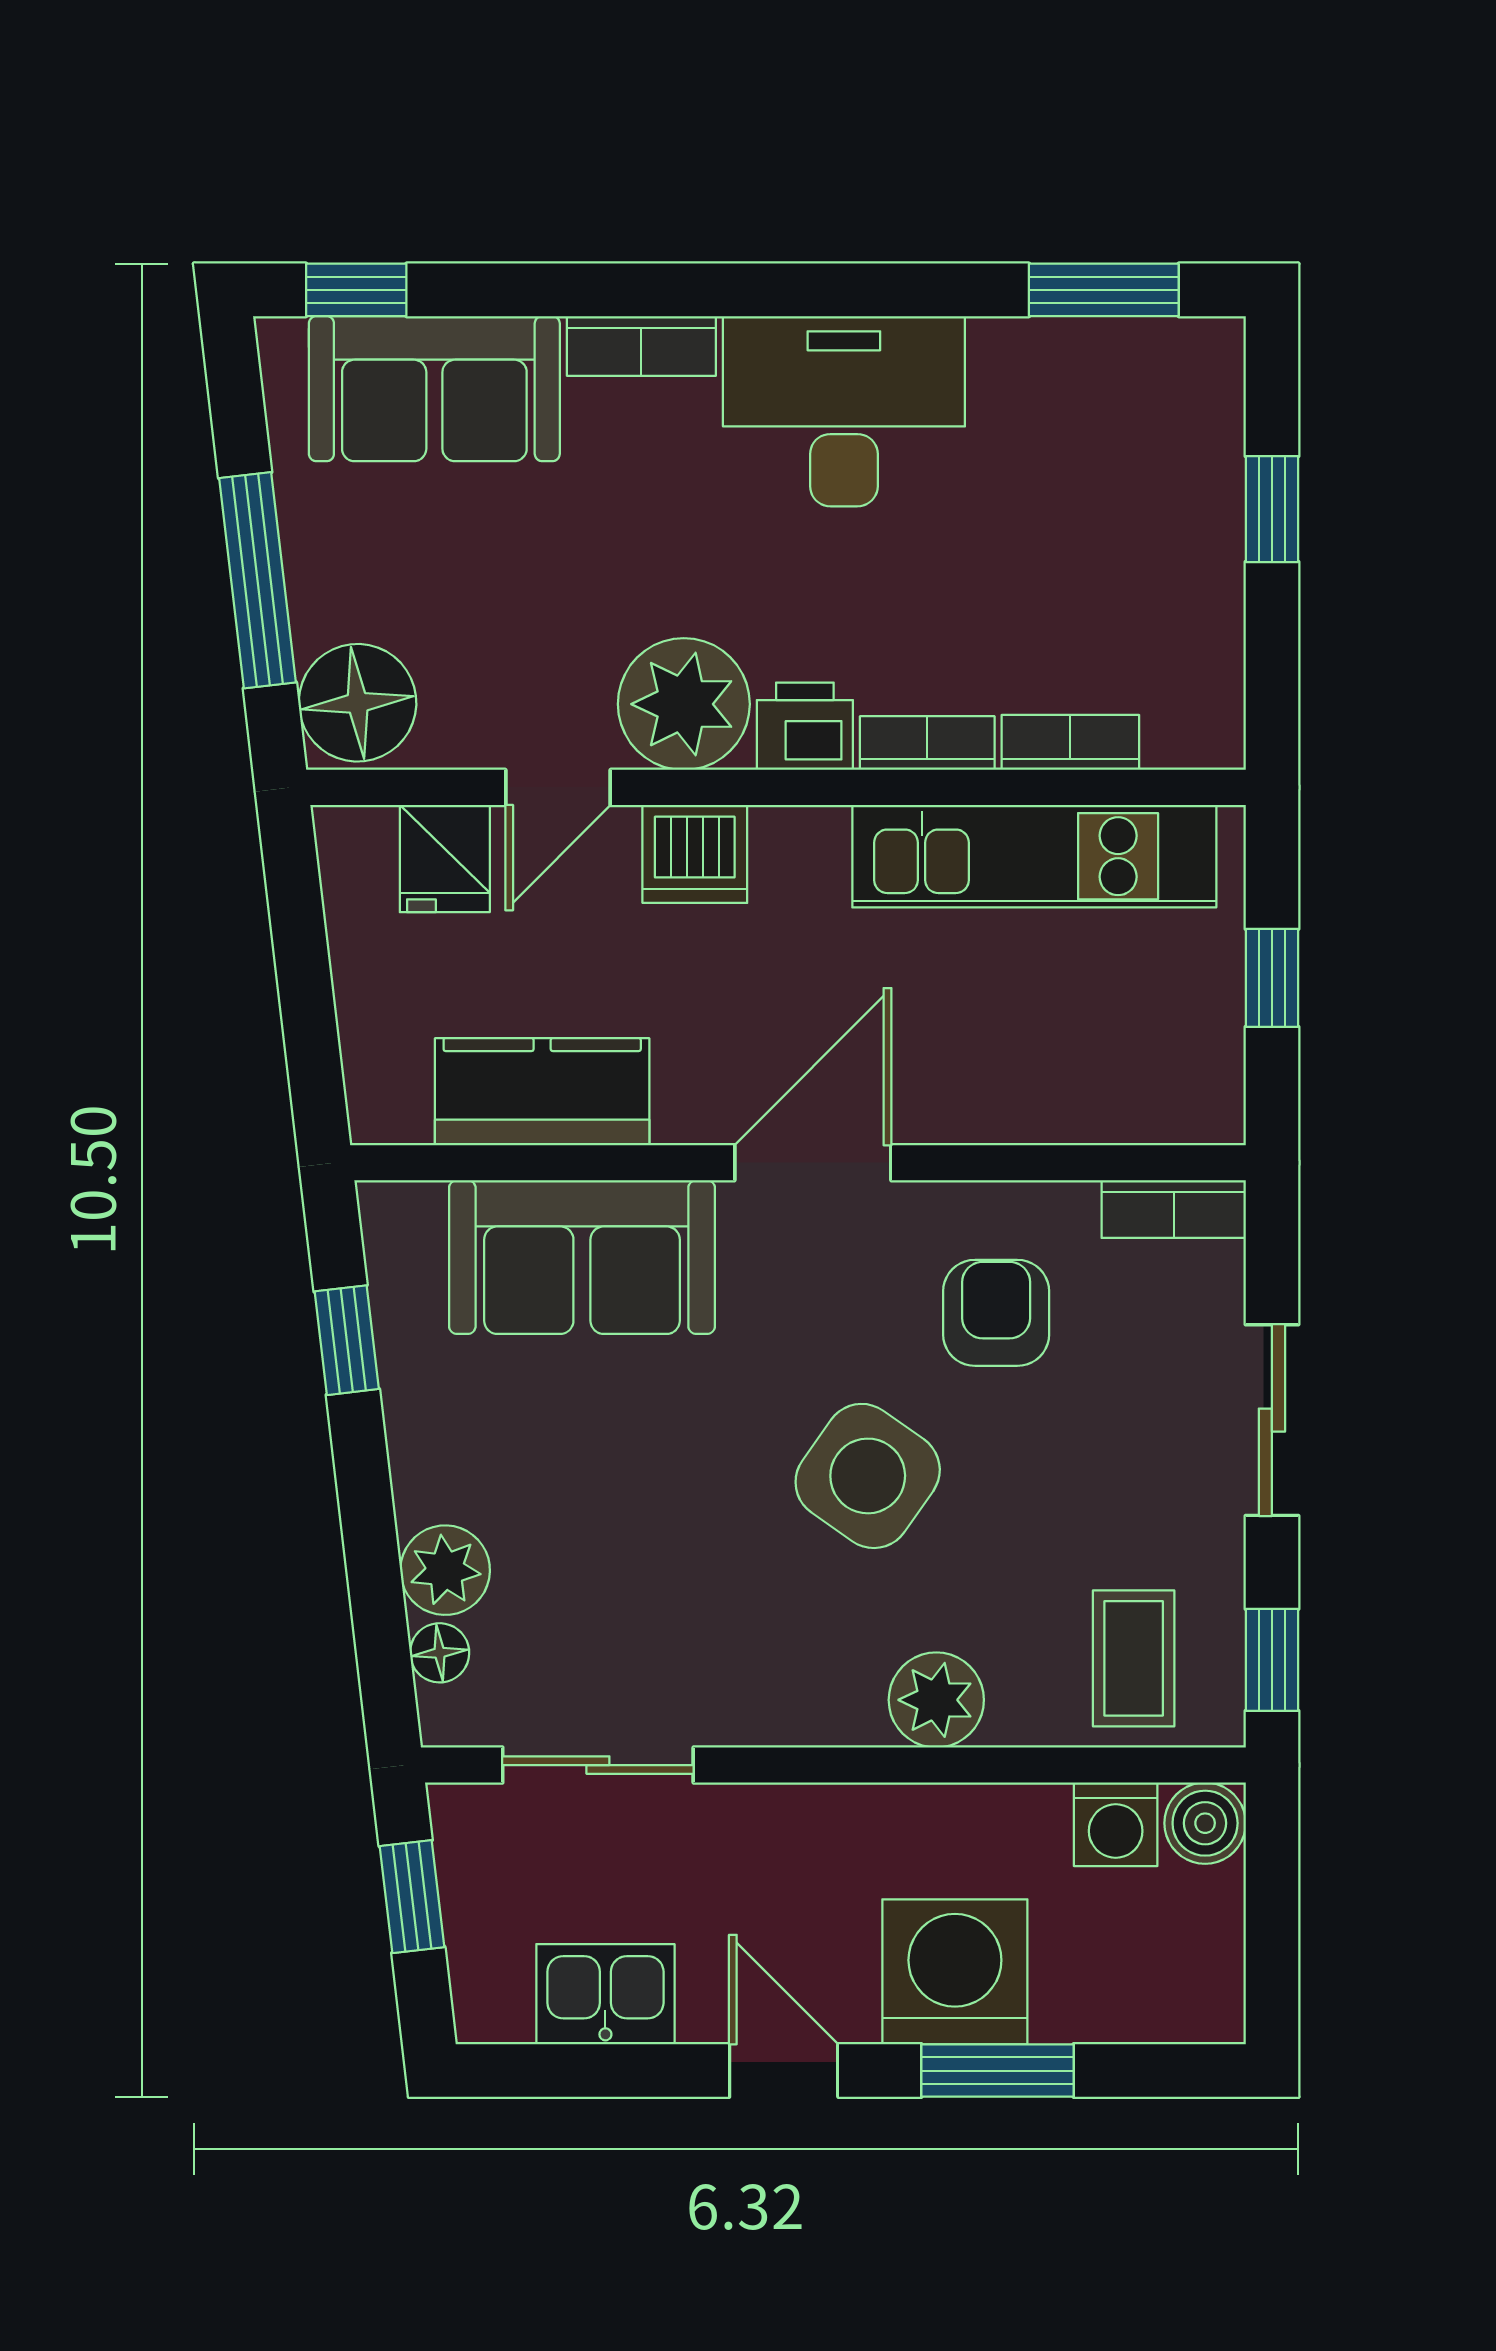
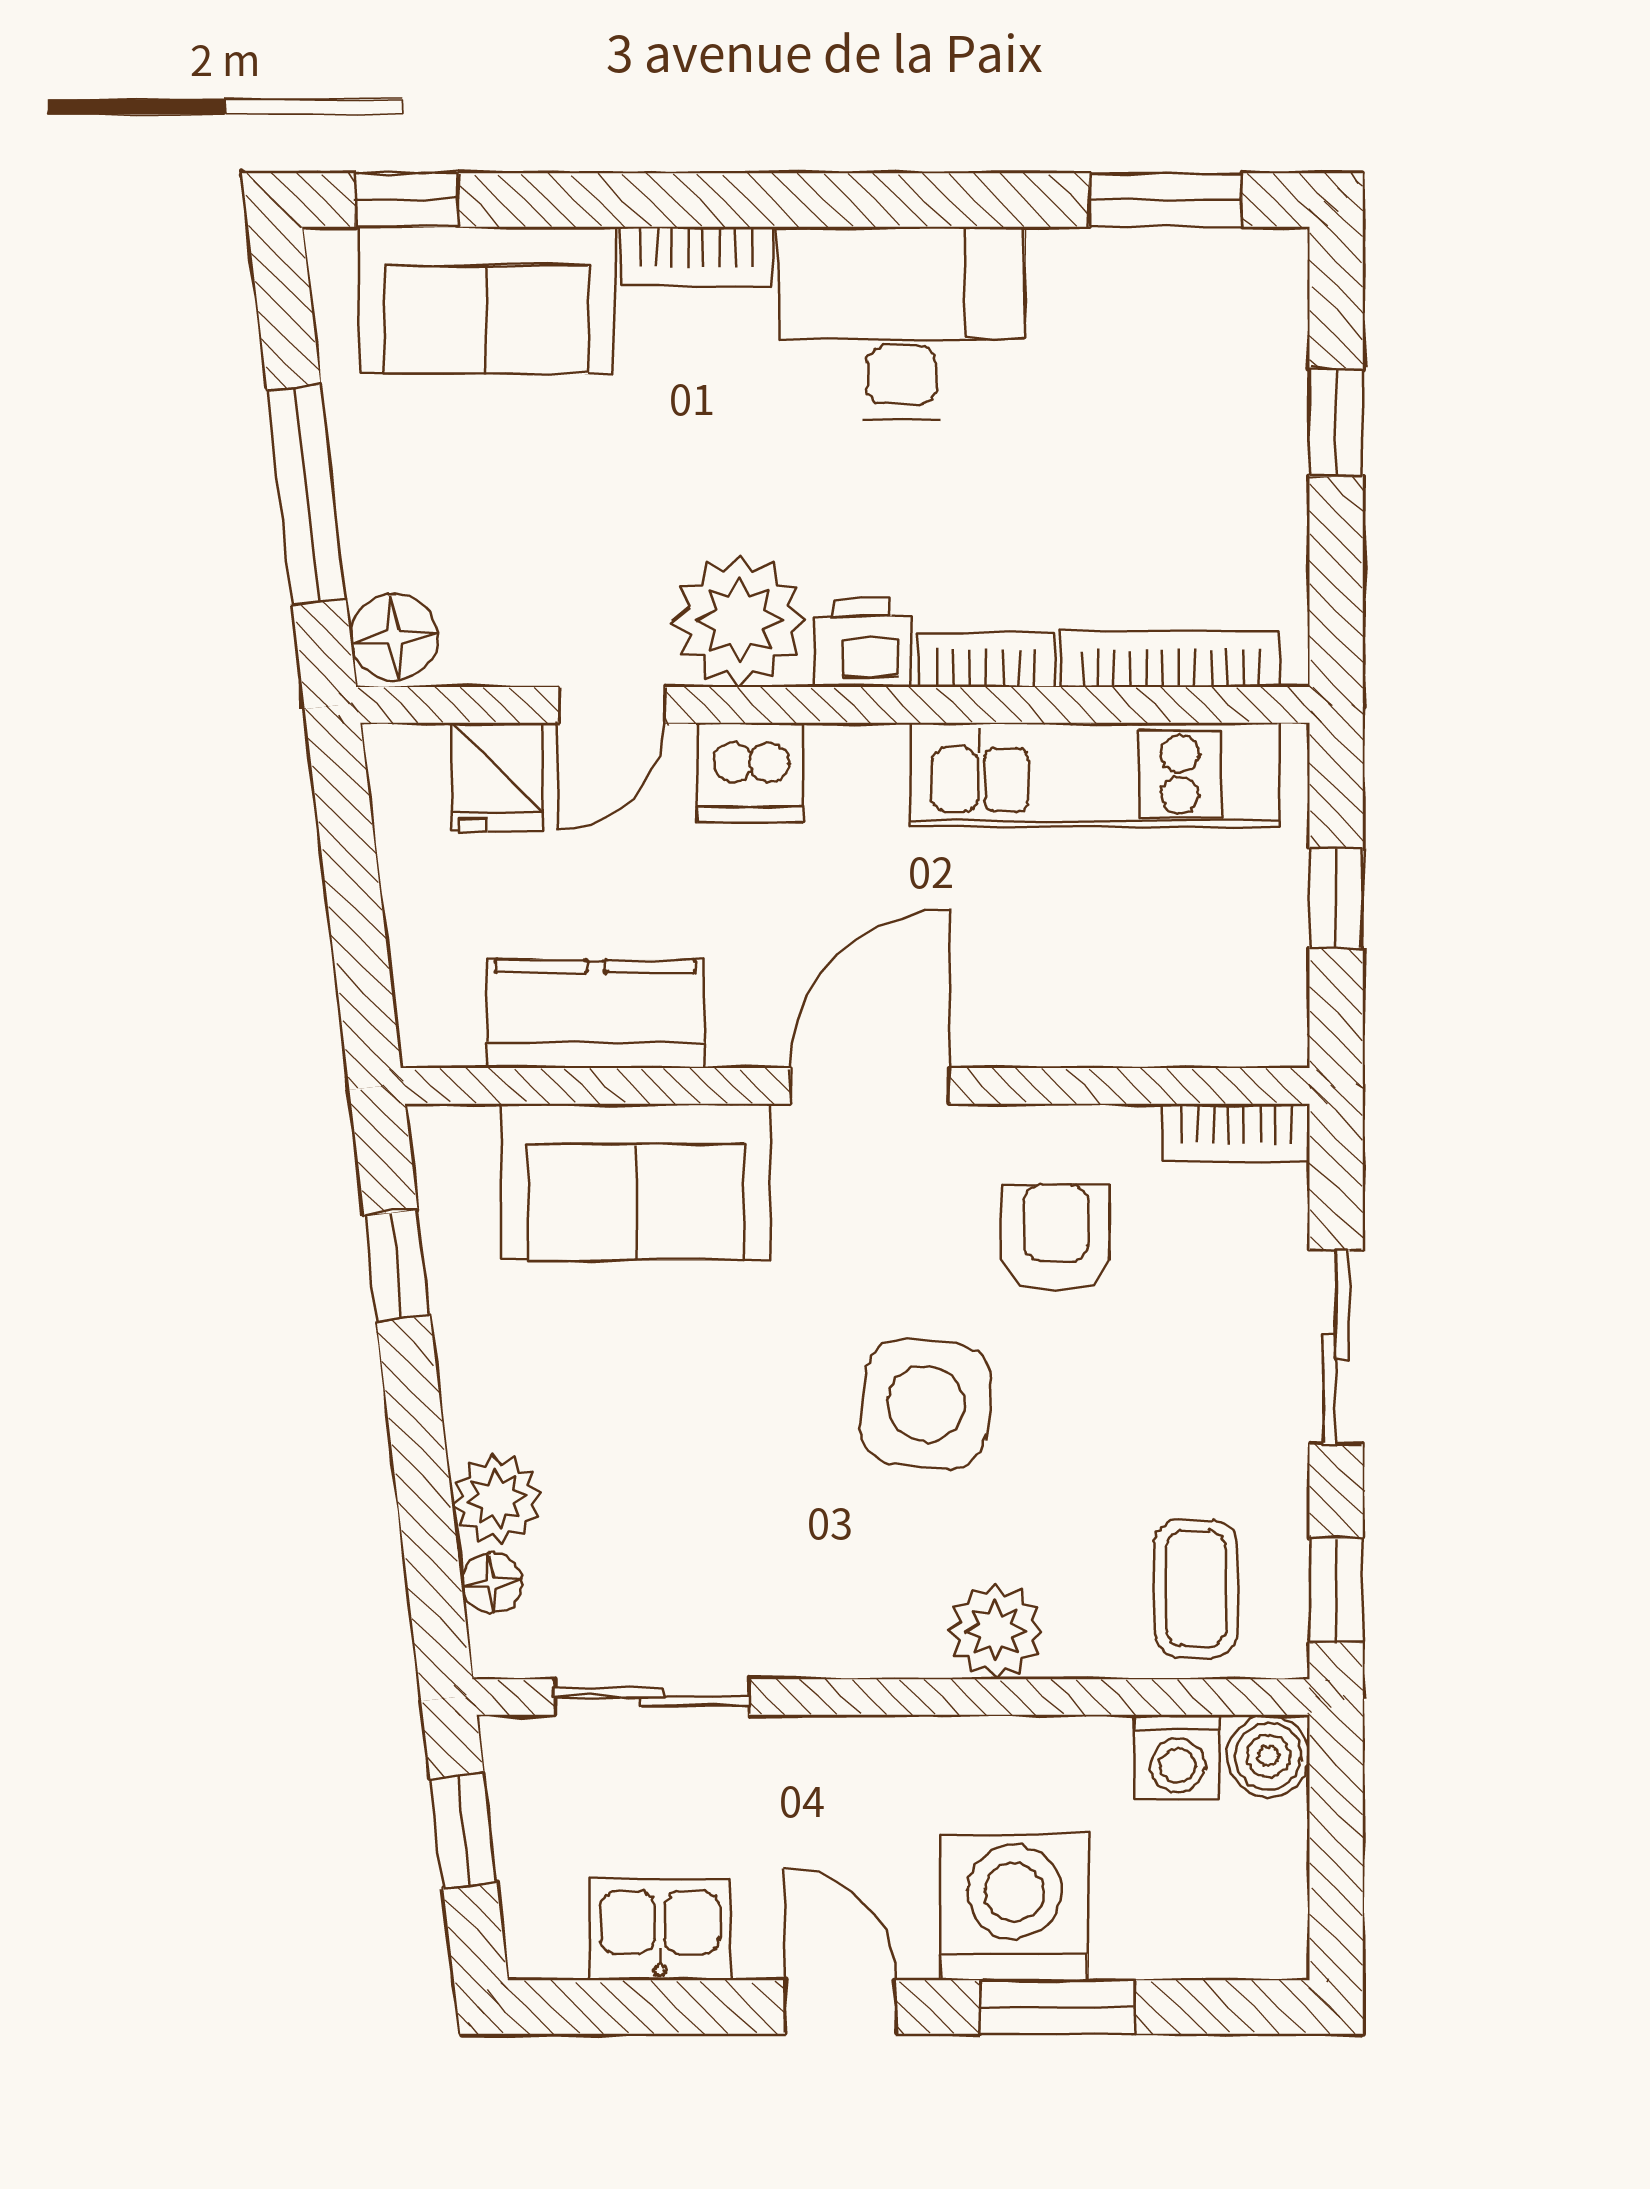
floor lamp: (358, 703) -> (394, 637), width x0.73, depth x0.73
bookcase: (1070, 742) -> (1171, 659), width x1.56
side table: (868, 1476) -> (926, 1404), turned -30

